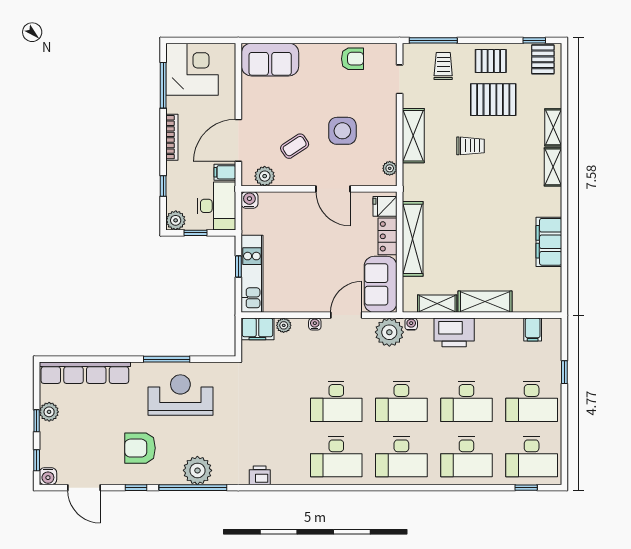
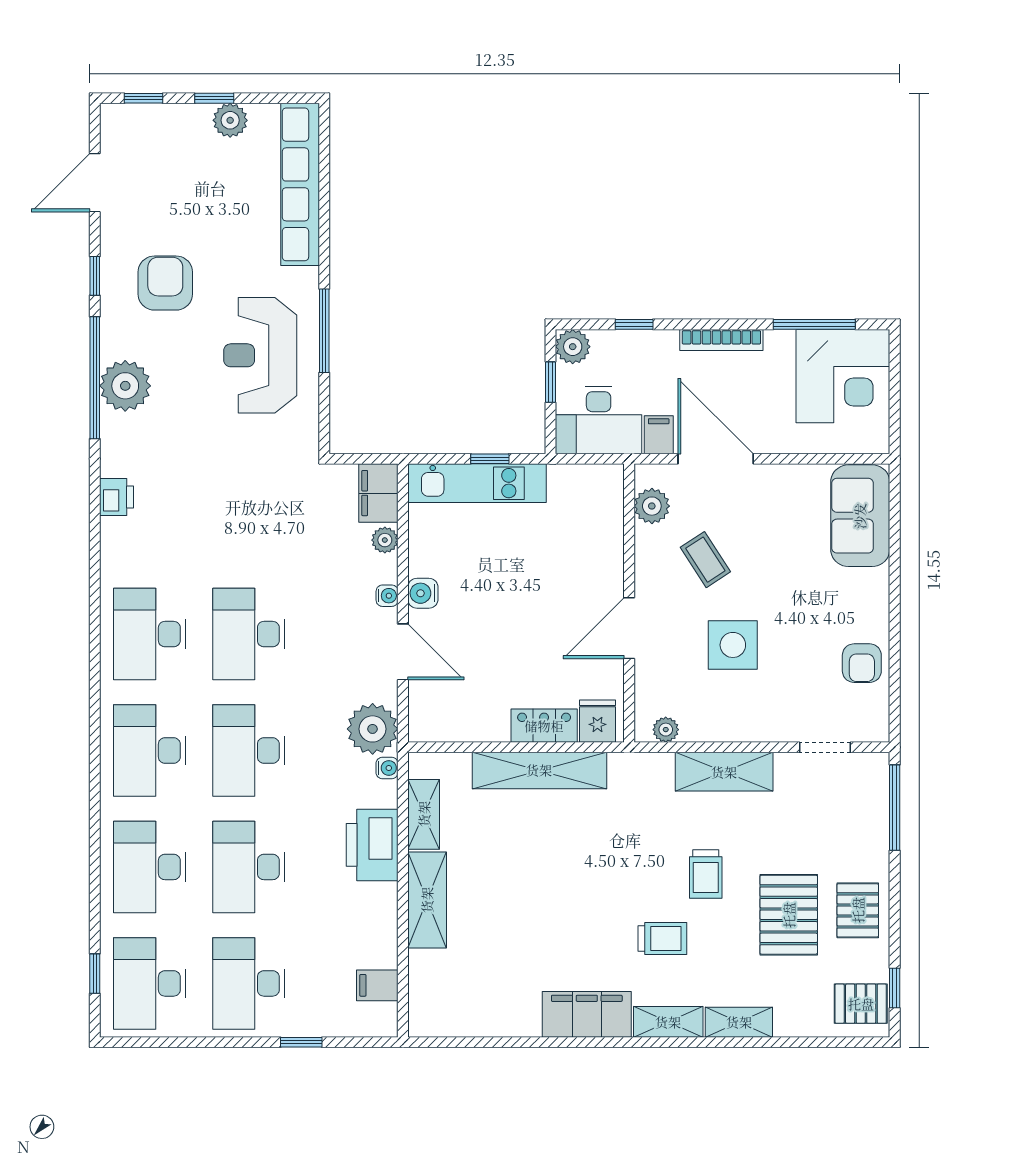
trolley: (443, 66) -> (662, 939), moved
water cooler: (249, 200) -> (423, 593), moved, turned 180
filing cabinet: (549, 242) -> (587, 1014), moved
sofa: (381, 284) -> (458, 713), removed
reception desk: (180, 395) -> (260, 355), turned 180
water cooler: (48, 476) -> (115, 118), removed

